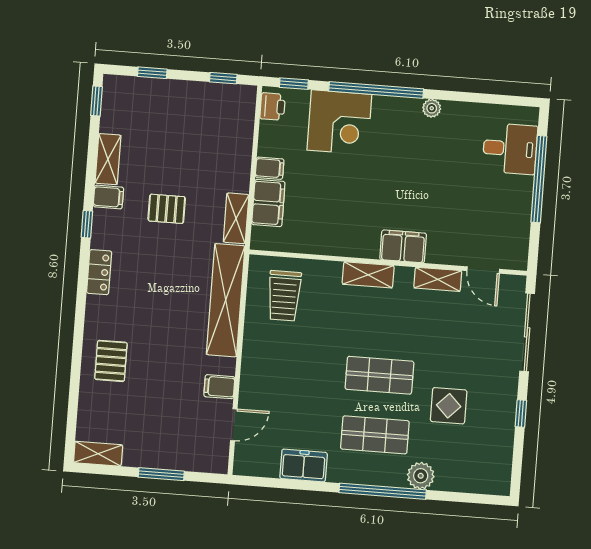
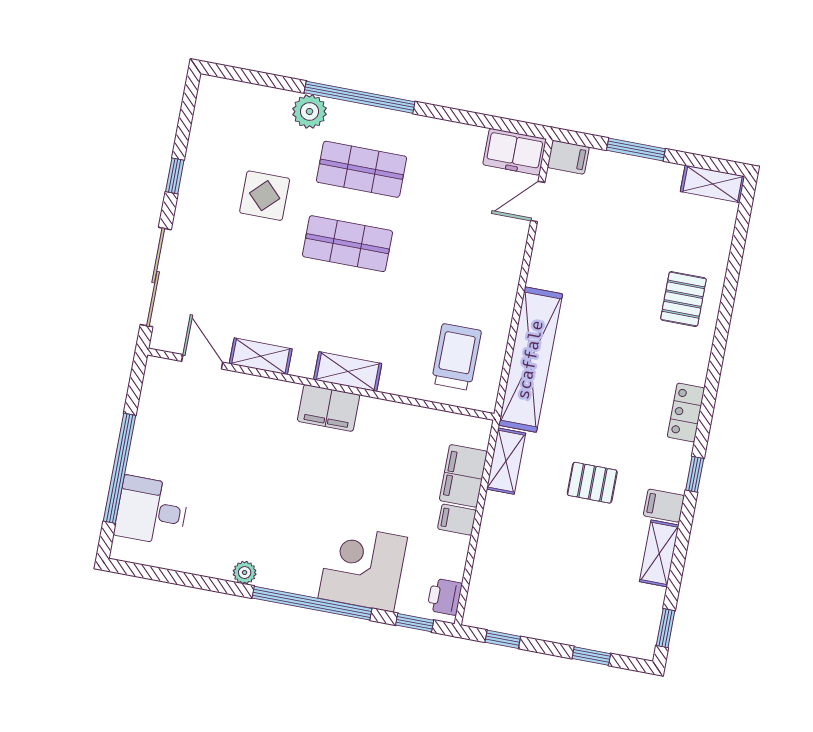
filing cabinet: (403, 246) -> (328, 408), moved
filing cabinet: (219, 387) -> (568, 157), moved
freezer: (304, 465) -> (515, 152), moved

